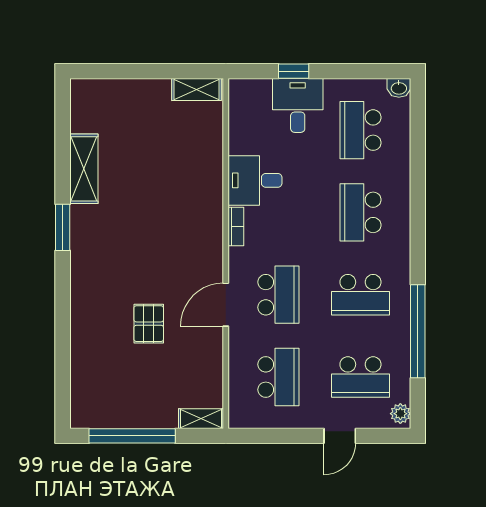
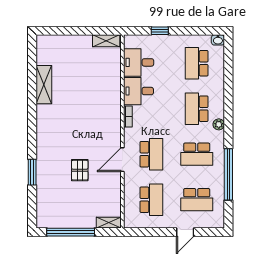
desk: (298, 105) -> (139, 62), moved, turned -90
window: (63, 227) -> (32, 172), moved
plant: (400, 414) -> (219, 124), moved

